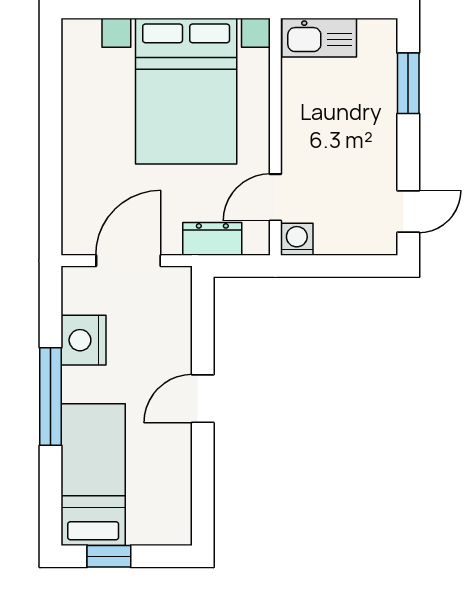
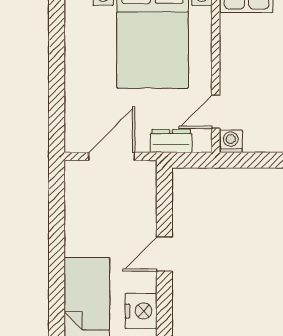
nightstand: (84, 340) -> (141, 311), moved, turned 180
window: (51, 396) -> (57, 253), removed

